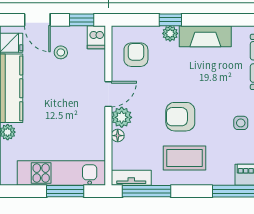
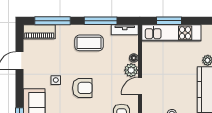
armchair: (180, 117) -> (82, 88), moved
side table: (241, 123) -> (56, 80), moved
window: (147, 191) -> (101, 21), moved

